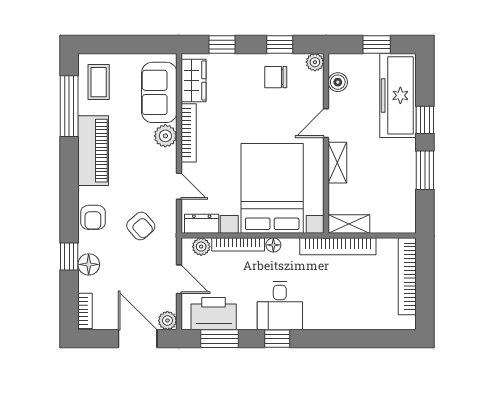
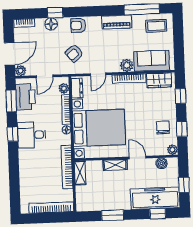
window: (425, 120) -> (158, 214), moved
piano: (93, 151) -> (117, 22), width x0.73, depth x0.75

